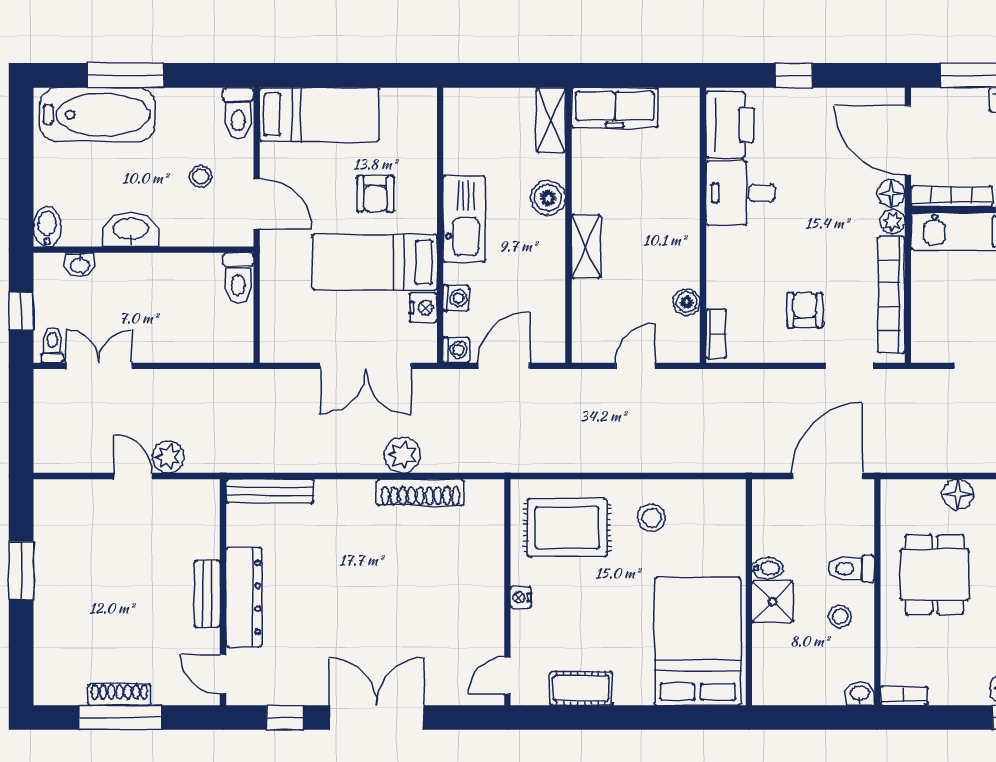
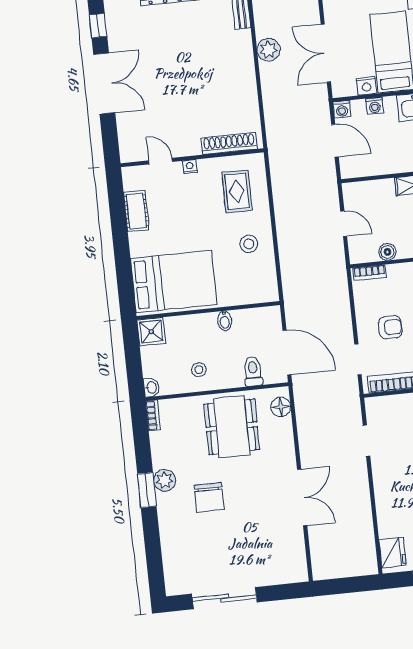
plant: (402, 455) -> (268, 50), moved
shoe rack: (420, 492) -> (229, 143), moved, turned 90
floor lamp: (958, 494) -> (281, 407), moved
rug: (567, 528) -> (237, 191), width x0.73, depth x0.70
toilet: (851, 569) -> (253, 371), moved
dining table: (935, 574) -> (232, 427), width x1.38
shower: (773, 602) -> (151, 332), moved
door: (507, 676) -> (161, 161), moved

